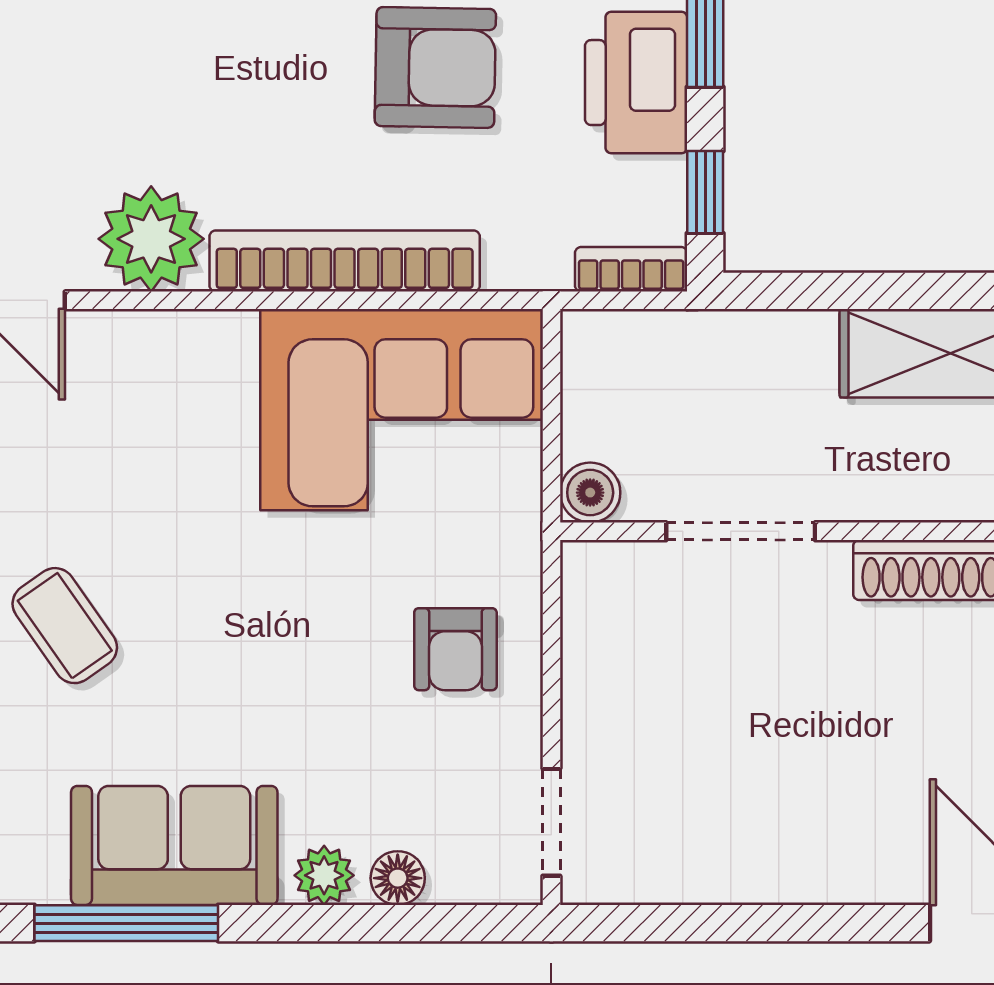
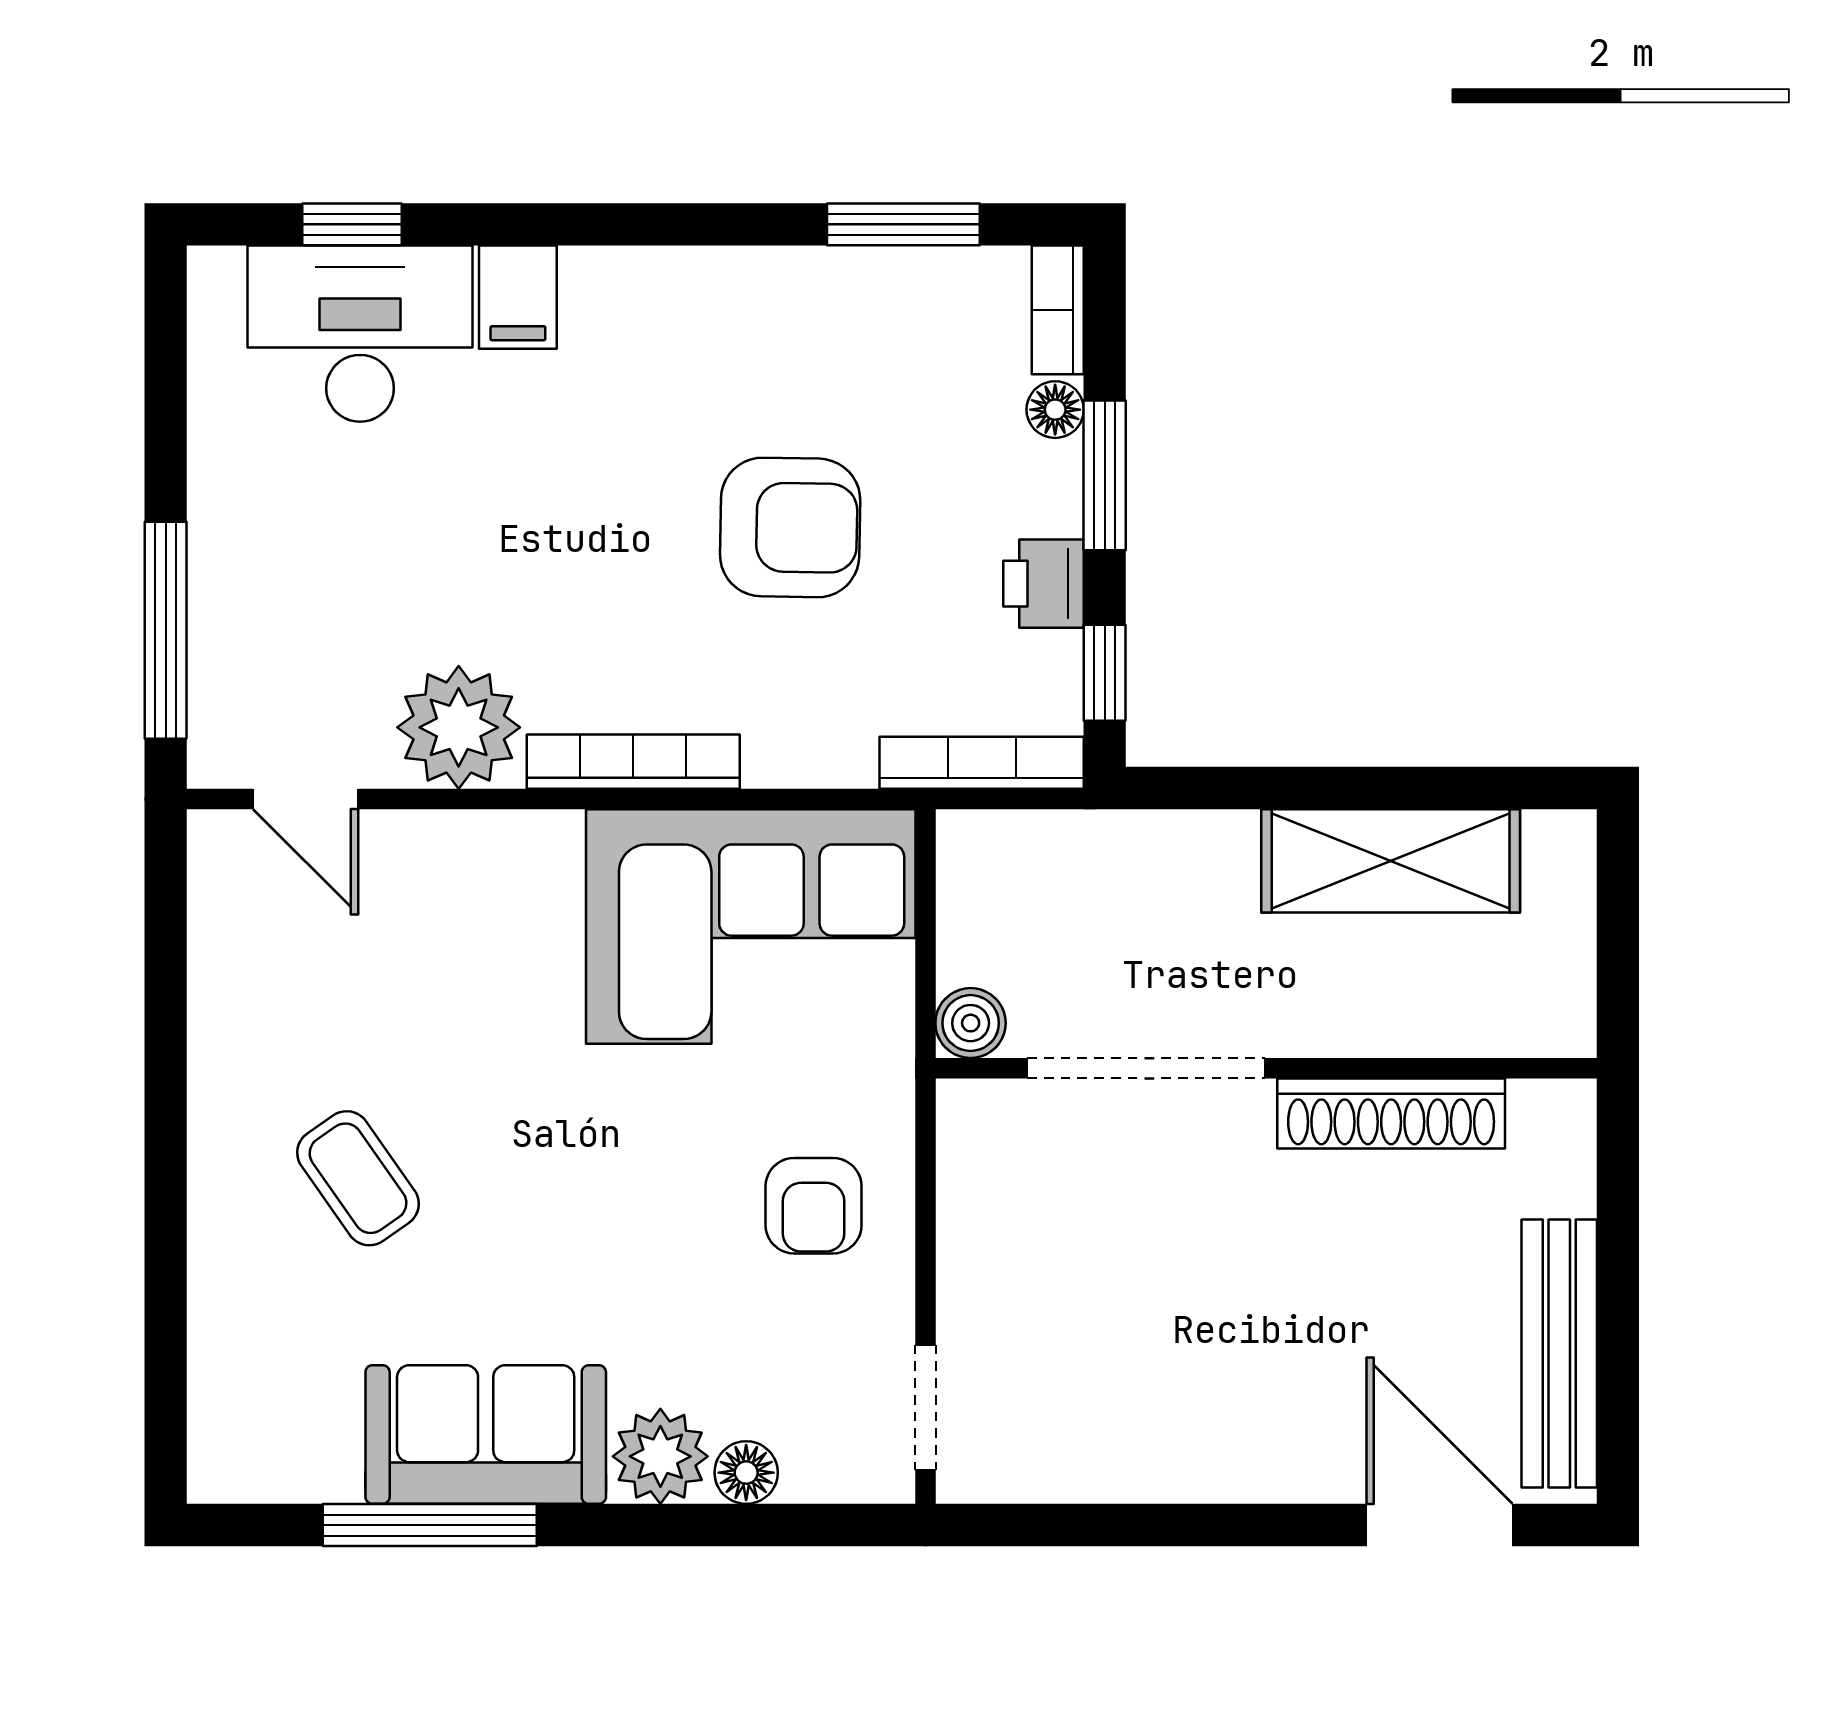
printer: (636, 83) -> (1043, 584), width x0.53, depth x0.68
bookcase: (345, 261) -> (633, 762), width x0.68, depth x0.76
bookcase: (631, 269) -> (982, 763), width x1.56
doorway: (741, 531) -> (1146, 1068), width x1.36
plant: (324, 875) -> (660, 1456), width x1.38, depth x1.38

